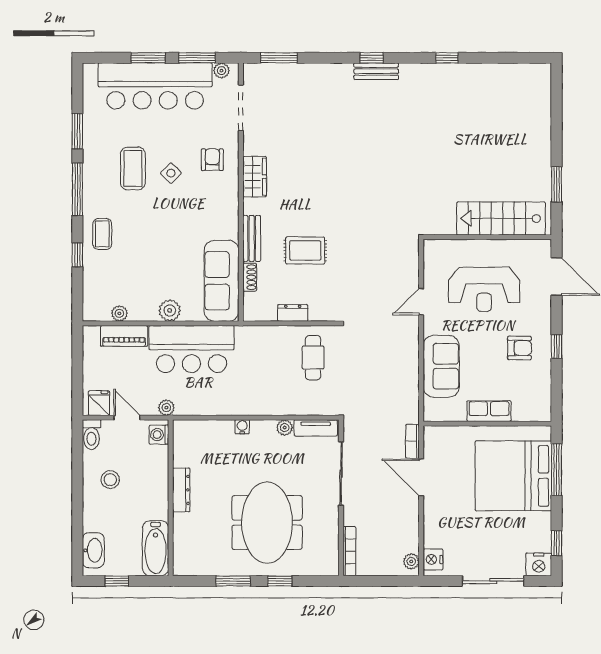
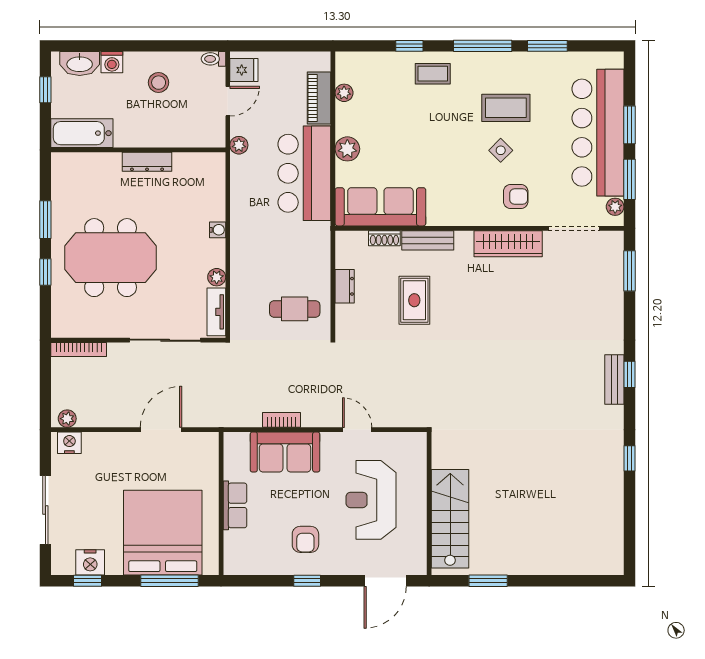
wardrobe: (255, 177) -> (508, 244), width x1.50
toilet: (92, 435) -> (213, 59), width x0.73, depth x0.72
washing machine: (159, 435) -> (112, 62), moved, turned 180
bookcase: (412, 441) -> (281, 420), moved
nightstand: (539, 565) -> (90, 562), moved, turned -90

